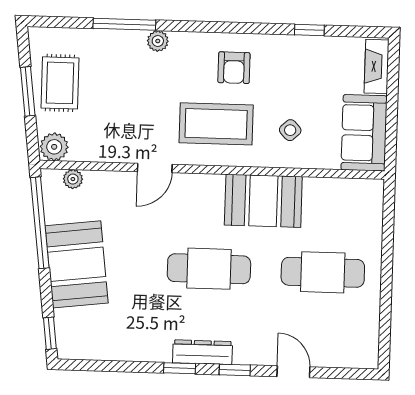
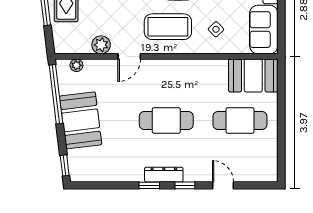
plant: (54, 147) -> (101, 45), moved
booth: (263, 201) -> (253, 75), moved

